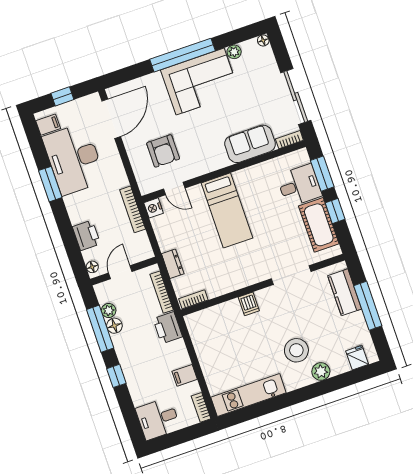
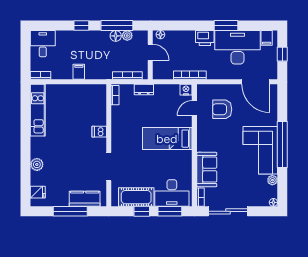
desk: (299, 186) -> (172, 193), width x1.37
printer: (86, 235) -> (205, 38), moved
printer: (168, 328) -> (102, 71), removed
stool: (296, 350) -> (57, 153), removed
filing cabinet: (185, 375) -> (79, 72), moved

